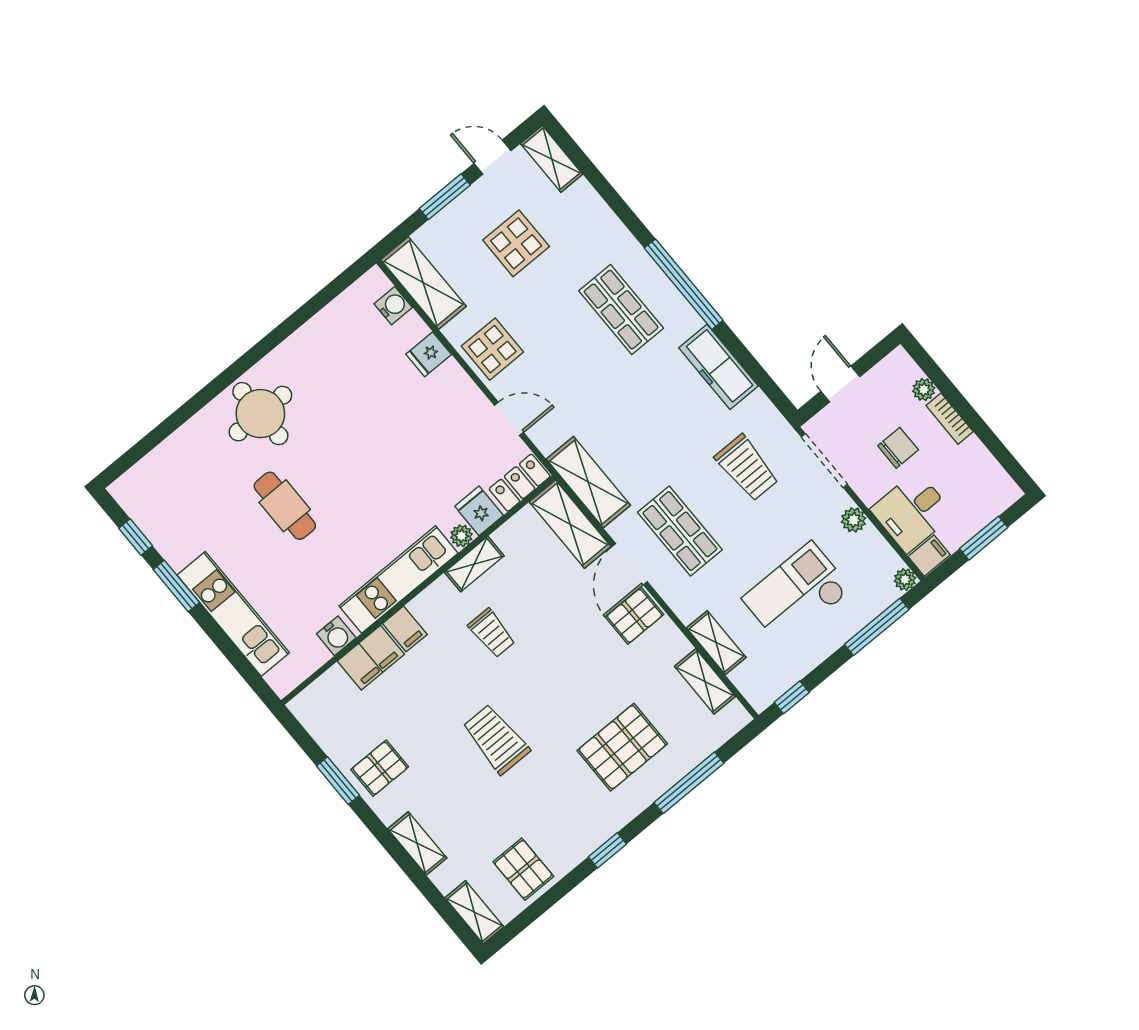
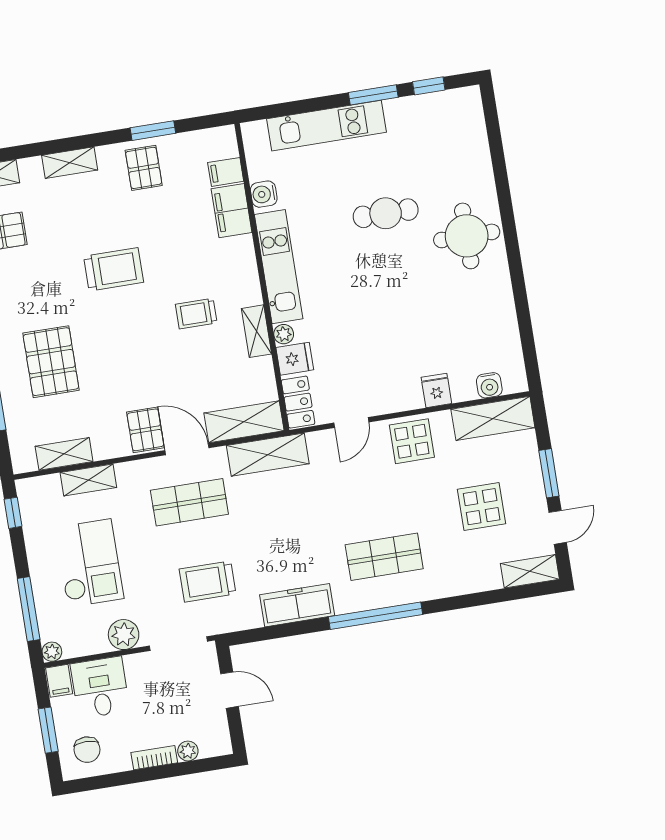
chair: (898, 448) -> (87, 750), moved
plant: (854, 520) -> (124, 635), width x1.38, depth x1.38
filing cabinet: (405, 629) -> (226, 172), moved

